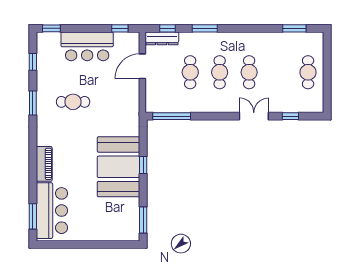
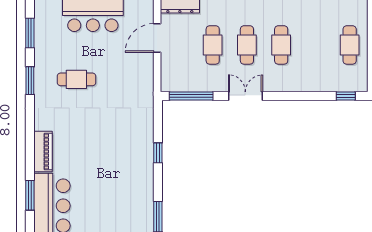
window: (33, 62) -> (30, 33), width x1.50
double door: (254, 116) -> (245, 96), moved
window: (290, 116) -> (346, 96), moved
booth: (118, 167) -> (129, 155), removed
window: (33, 216) -> (30, 195), moved

